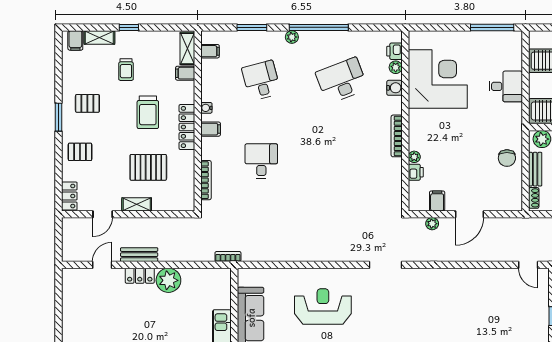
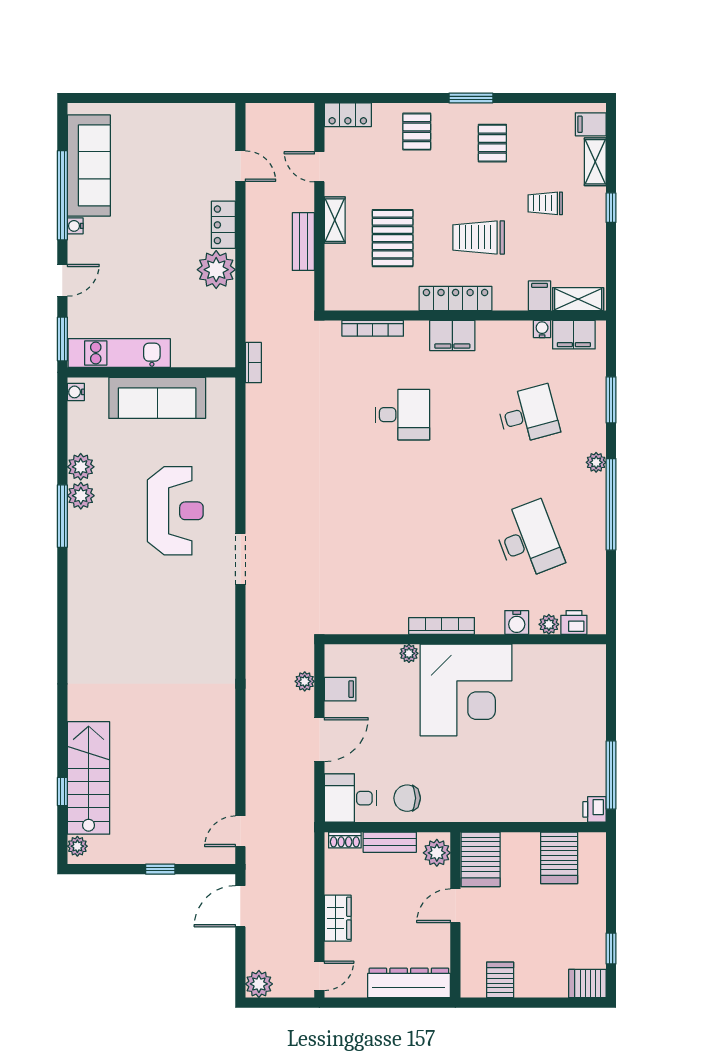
filing cabinet: (210, 51) -> (574, 335), width x2.00
corner desk: (438, 79) -> (466, 690), moved
desk: (506, 86) -> (350, 798), moved, turned 90
water cooler: (206, 108) -> (542, 329), moved
filing cabinet: (211, 129) -> (452, 336), width x2.00
printer: (416, 172) -> (594, 809), moved, turned 90
door: (469, 214) -> (319, 740), swing flipped
bench: (139, 255) -> (303, 242), moved
doorway: (385, 265) -> (240, 559), moved

